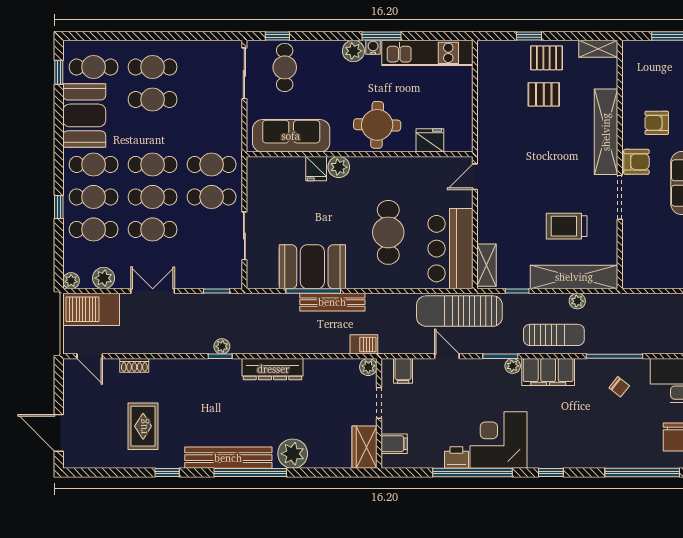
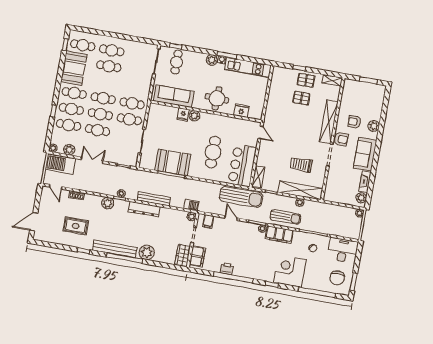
door: (475, 177) -> (260, 132), swing flipped
bench: (332, 302) -> (154, 199), moved
sun lounger: (459, 311) -> (241, 197), turned 180
plant: (198, 370) -> (108, 203), added
rug: (143, 426) -> (76, 226), turned 90
door: (59, 433) -> (34, 222), hinge flipped
corner desk: (498, 440) -> (290, 271), moved
filing cabinet: (394, 444) -> (197, 256), width x2.00

